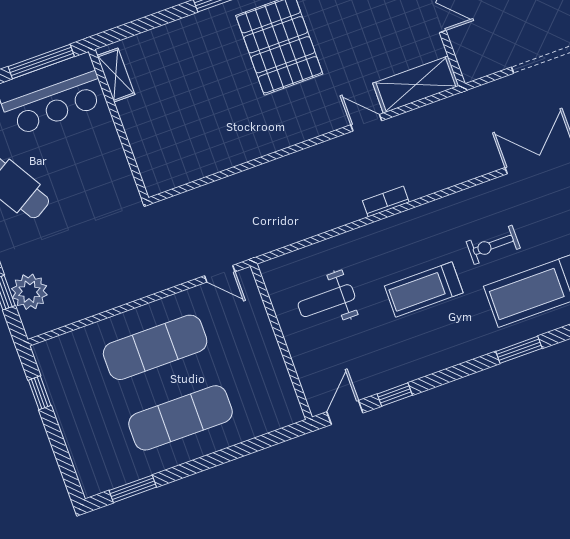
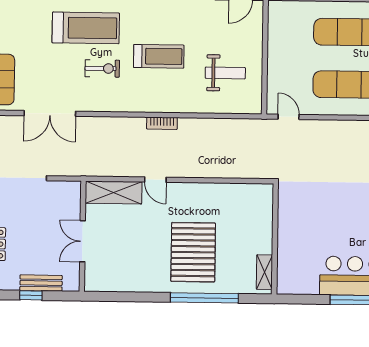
shelving: (116, 75) -> (265, 272), moved
wall: (119, 125) -> (275, 239), moved

